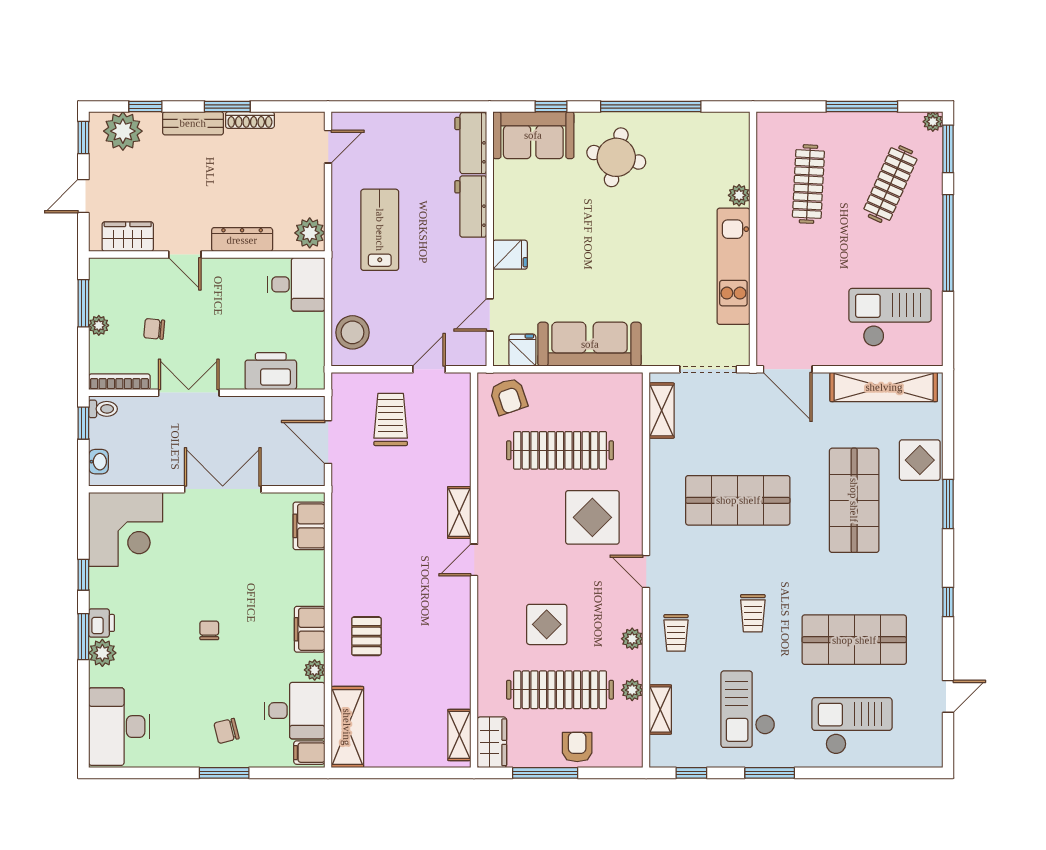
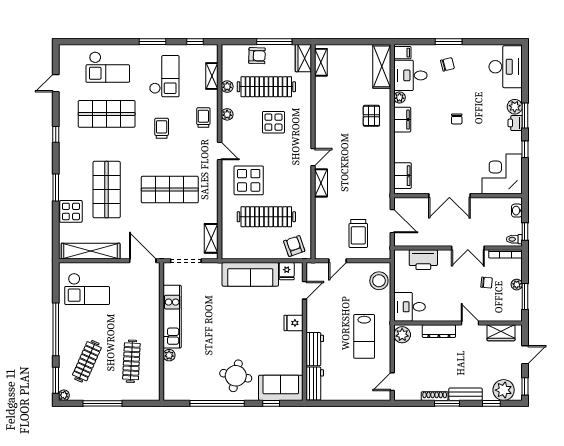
armchair: (577, 747) -> (257, 56), turned -88

